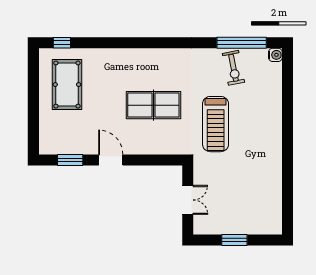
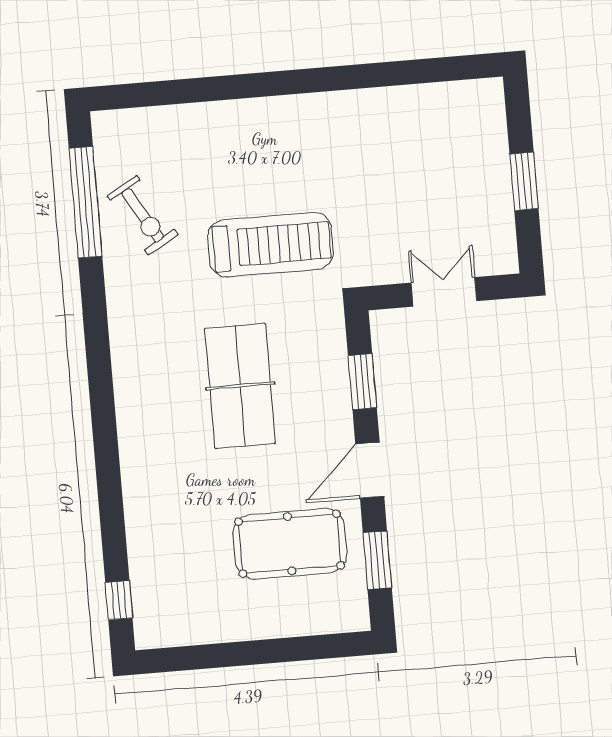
water cooler: (275, 55) -> (106, 125), removed
exercise bike: (233, 68) -> (143, 215), turned 71
pool table: (67, 85) -> (290, 544), moved
window: (151, 160) -> (362, 382), added

